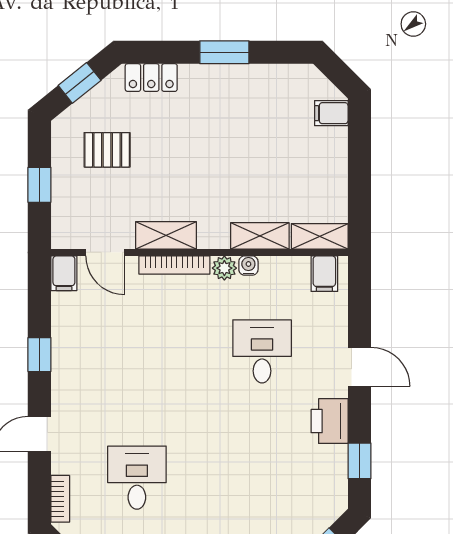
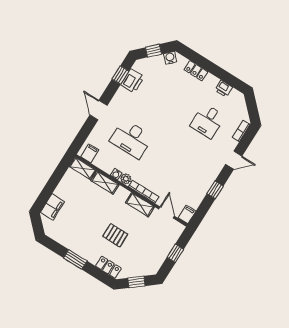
filing cabinet: (331, 113) -> (52, 207), width x2.00
pallet: (107, 150) -> (115, 235), moved
desk: (262, 351) -> (131, 139), width x1.37
printer: (330, 421) -> (132, 81), moved

